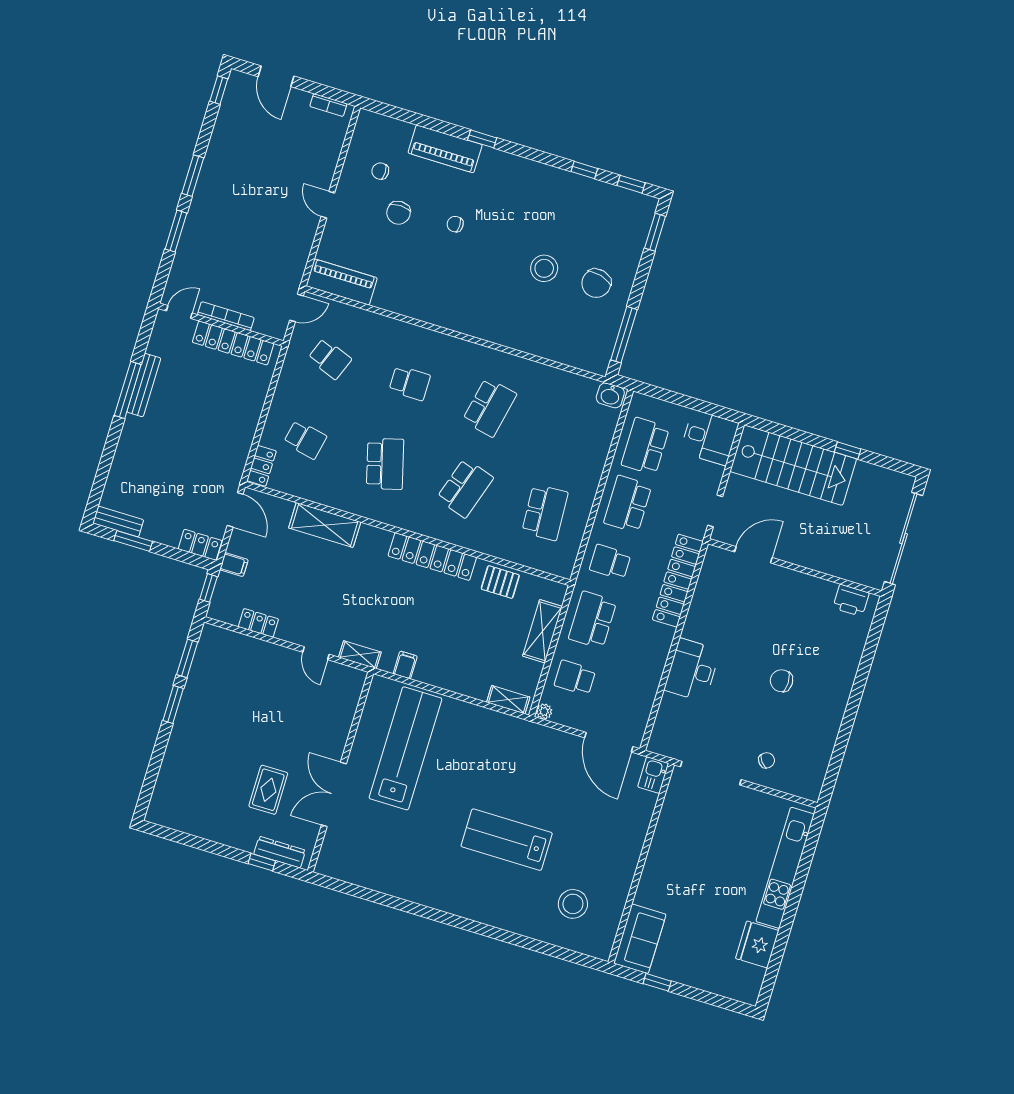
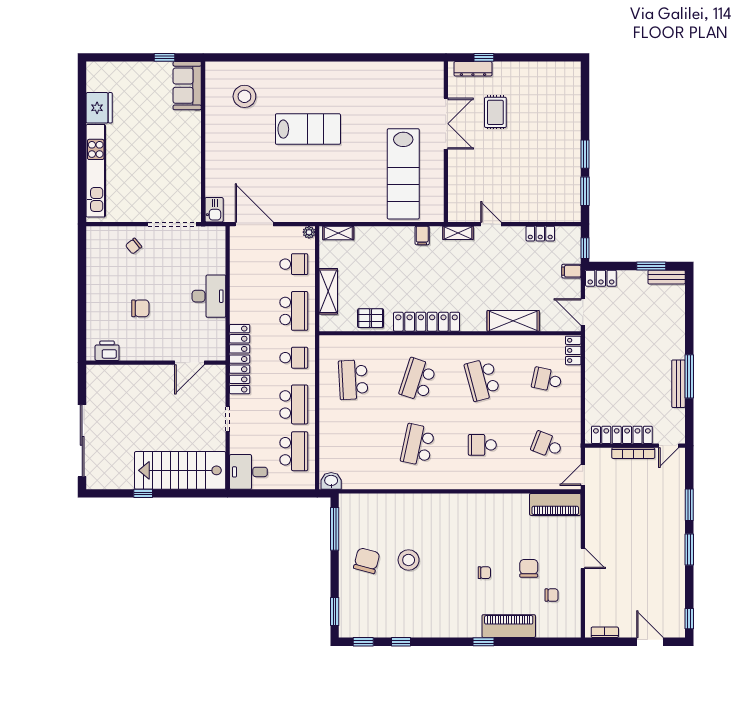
door: (753, 555) -> (190, 363), moved
wall: (795, 567) -> (156, 363), moved
printer: (851, 600) -> (107, 351), moved

